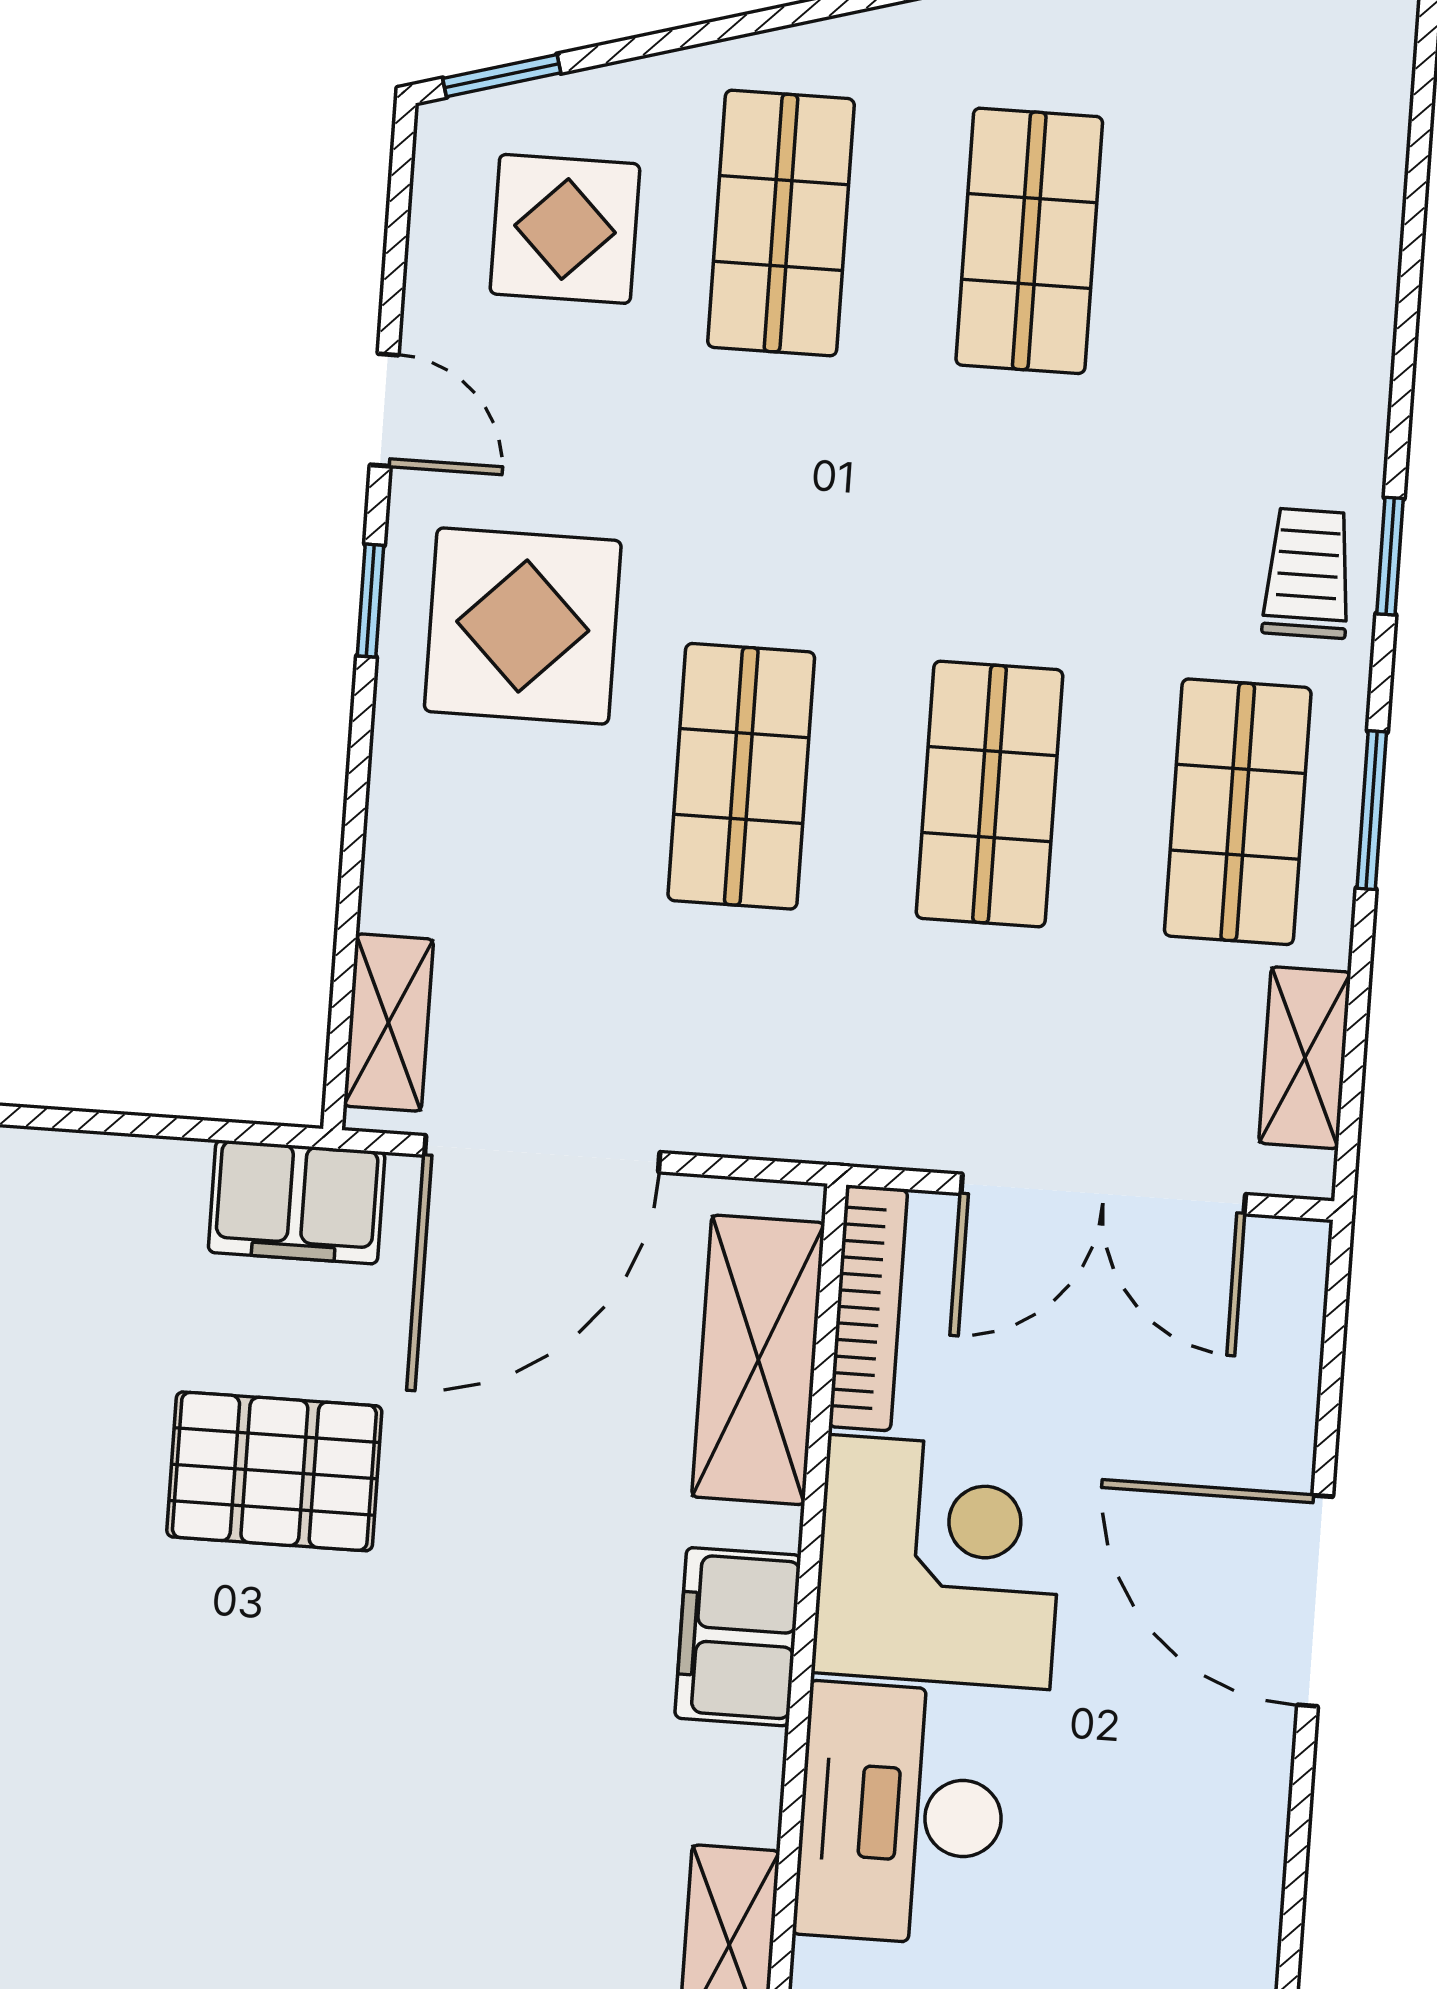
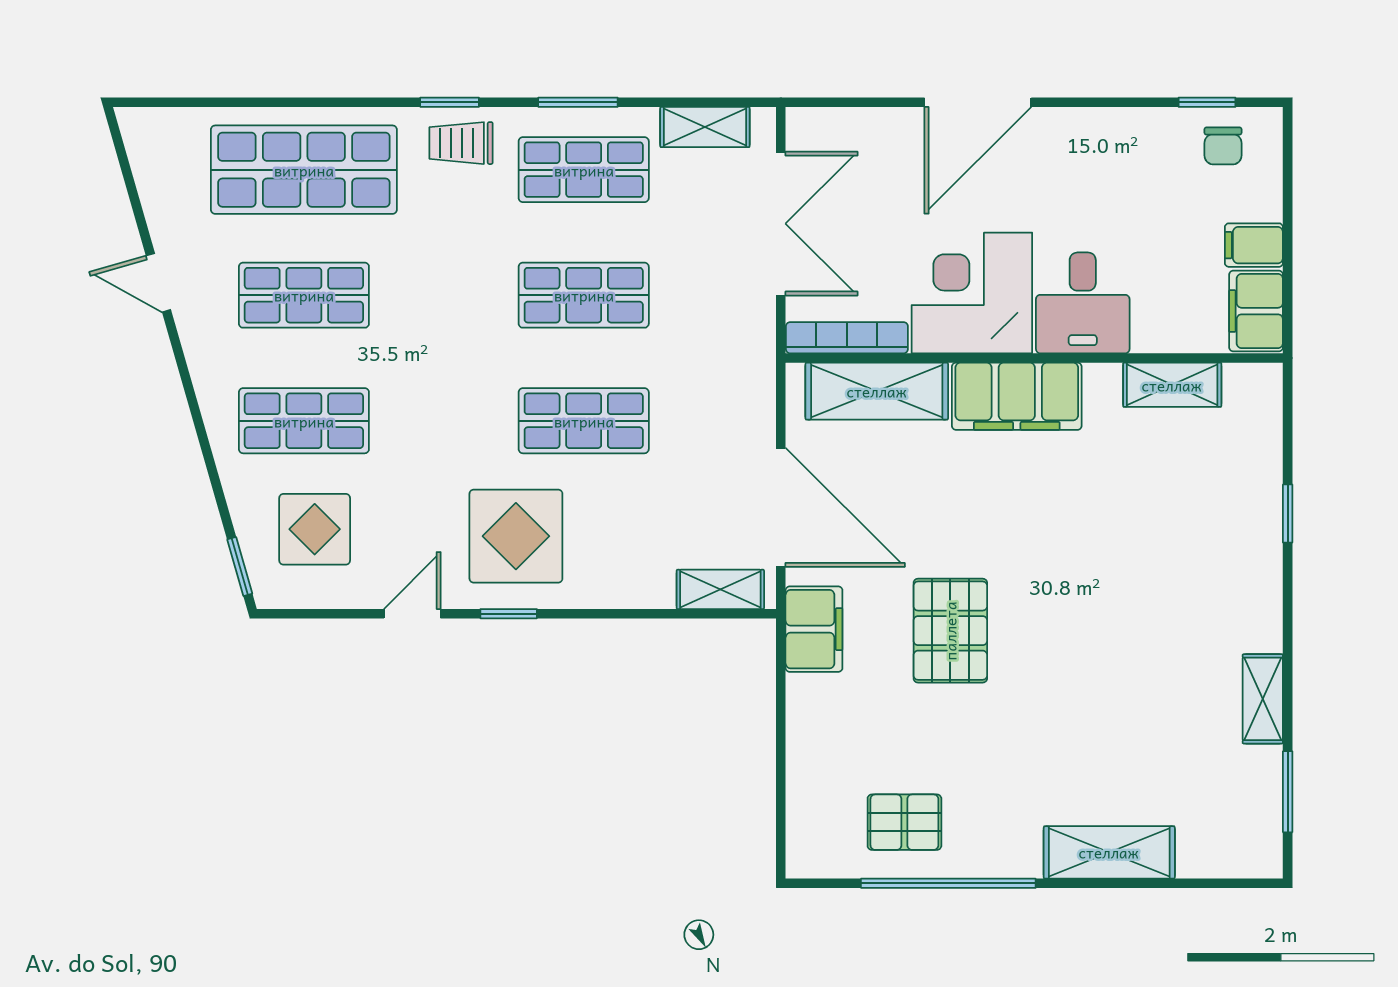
shop shelf: (1277, 259) -> (304, 170), added
filing cabinet: (738, 1637) -> (1017, 396), width x1.50, depth x1.17
desk: (901, 1814) -> (1083, 303), width x0.73

